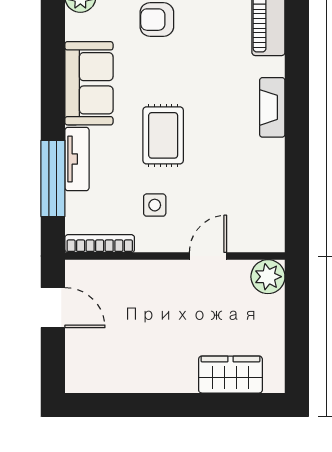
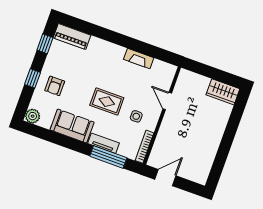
fireplace: (272, 107) -> (139, 59), moved
plant: (268, 277) -> (186, 78), removed
wardrobe: (230, 375) -> (223, 92), moved, turned -90

